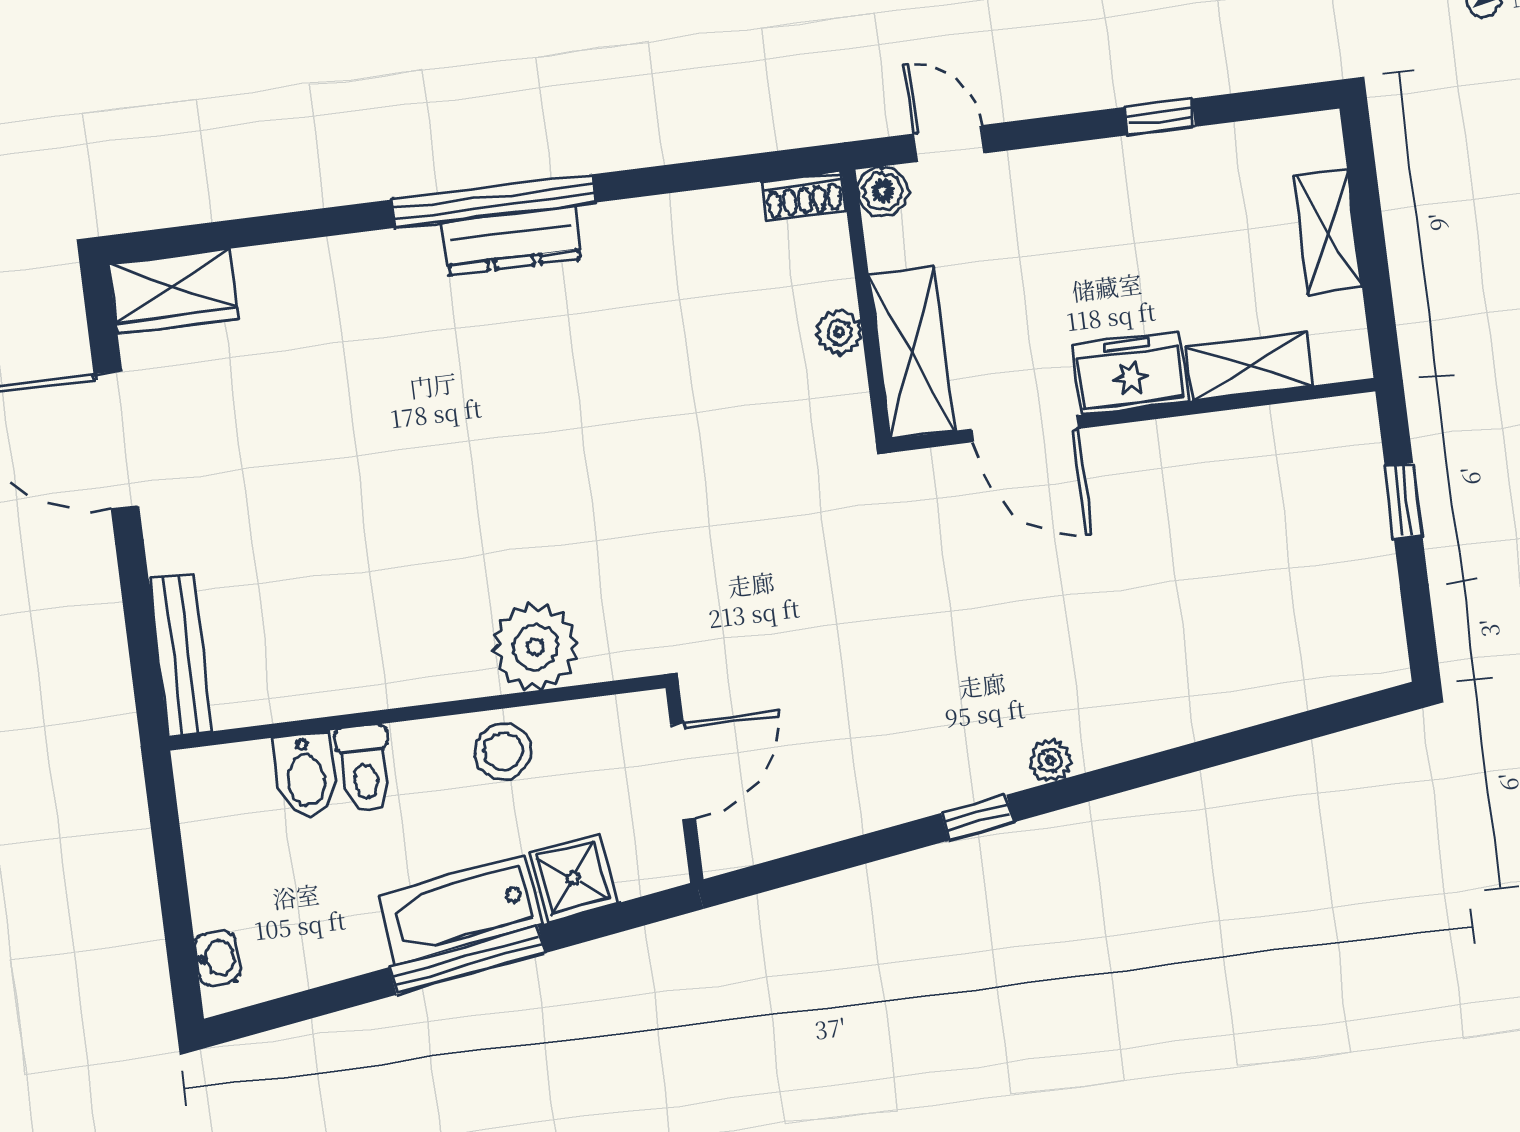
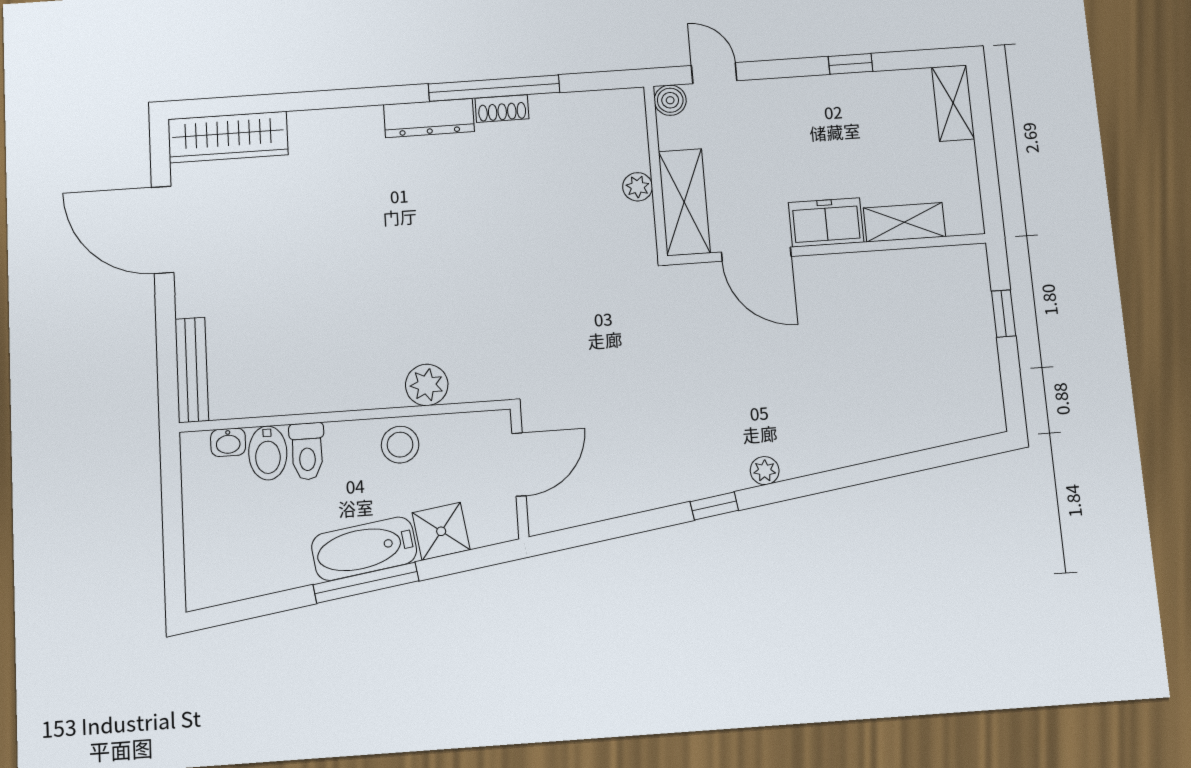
shoe rack: (804, 196) -> (502, 109), moved
window: (493, 201) -> (494, 88), moved
shelving: (1328, 232) -> (953, 103), moved
wardrobe: (173, 291) -> (228, 137), width x1.50
plant: (535, 647) -> (427, 385), width x0.73, depth x0.73
washbasin: (217, 958) -> (228, 442), moved, turned 90

